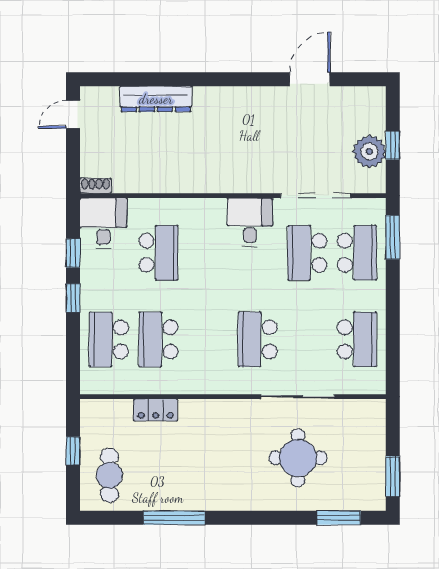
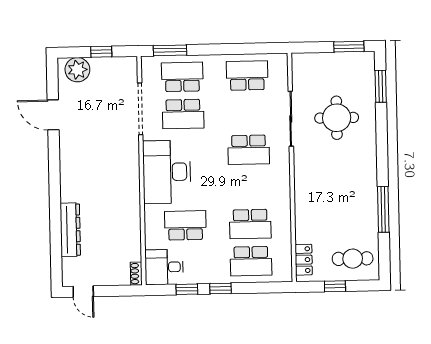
plant: (369, 152) -> (77, 70), moved
desk: (250, 222) -> (167, 172), width x1.87, depth x1.30
locker: (156, 410) -> (304, 260), moved

